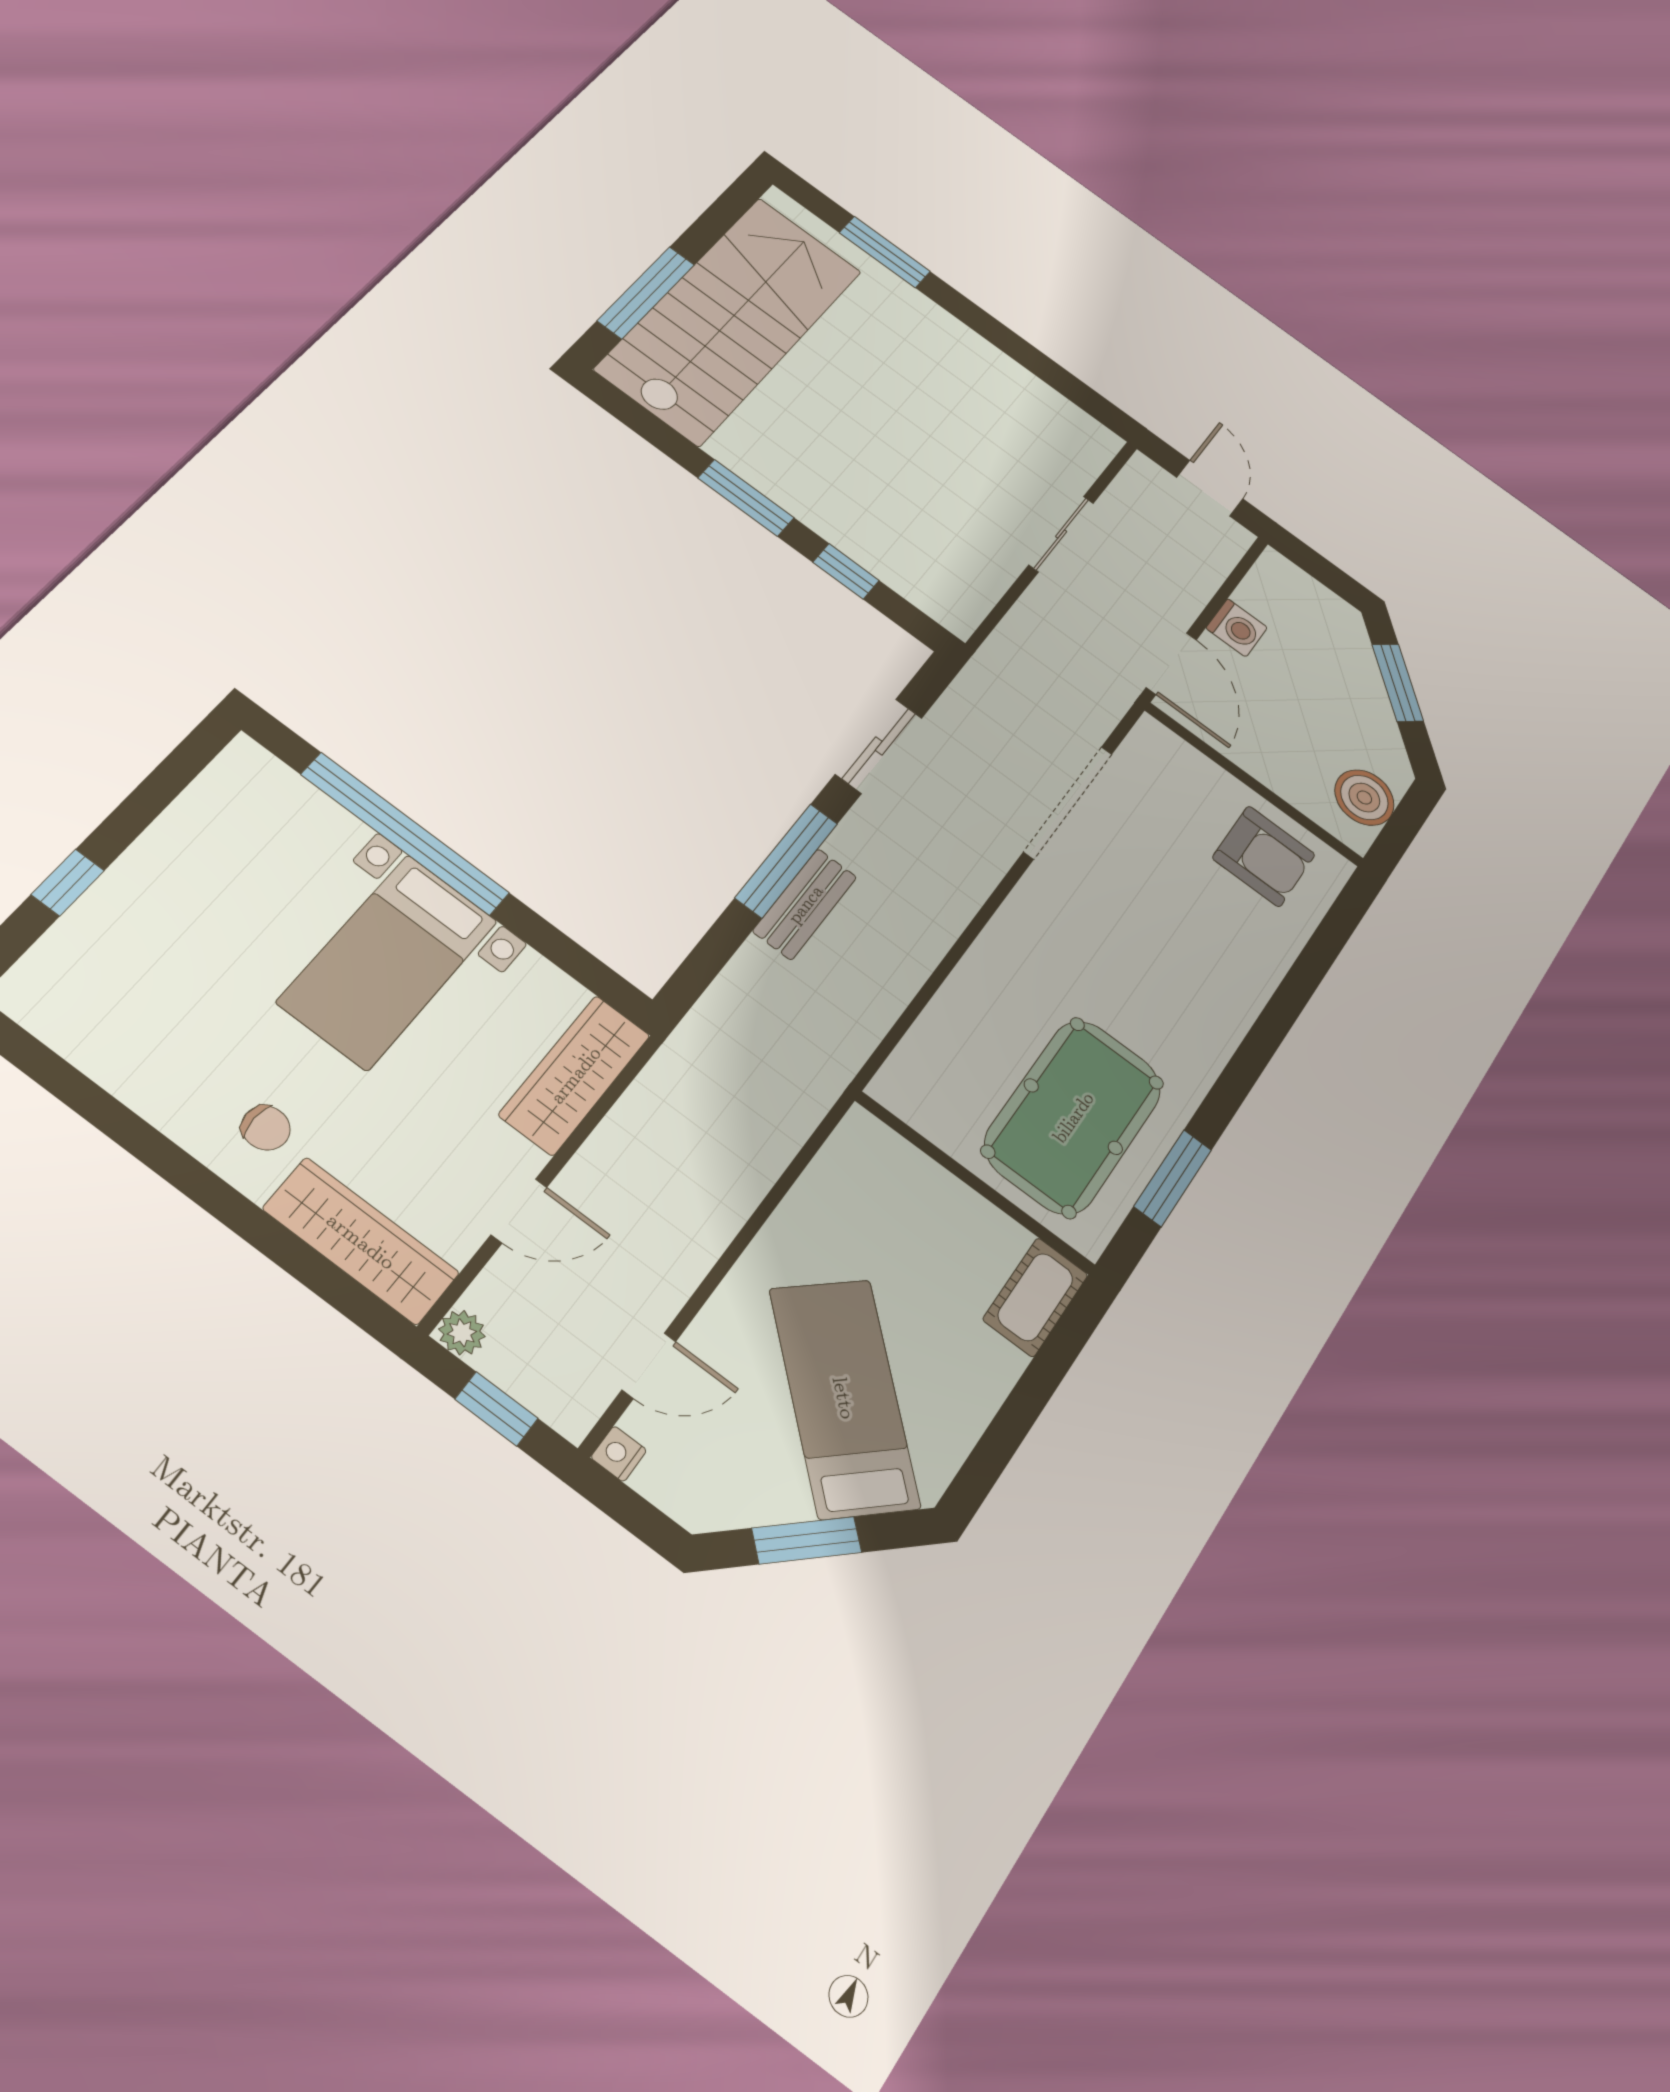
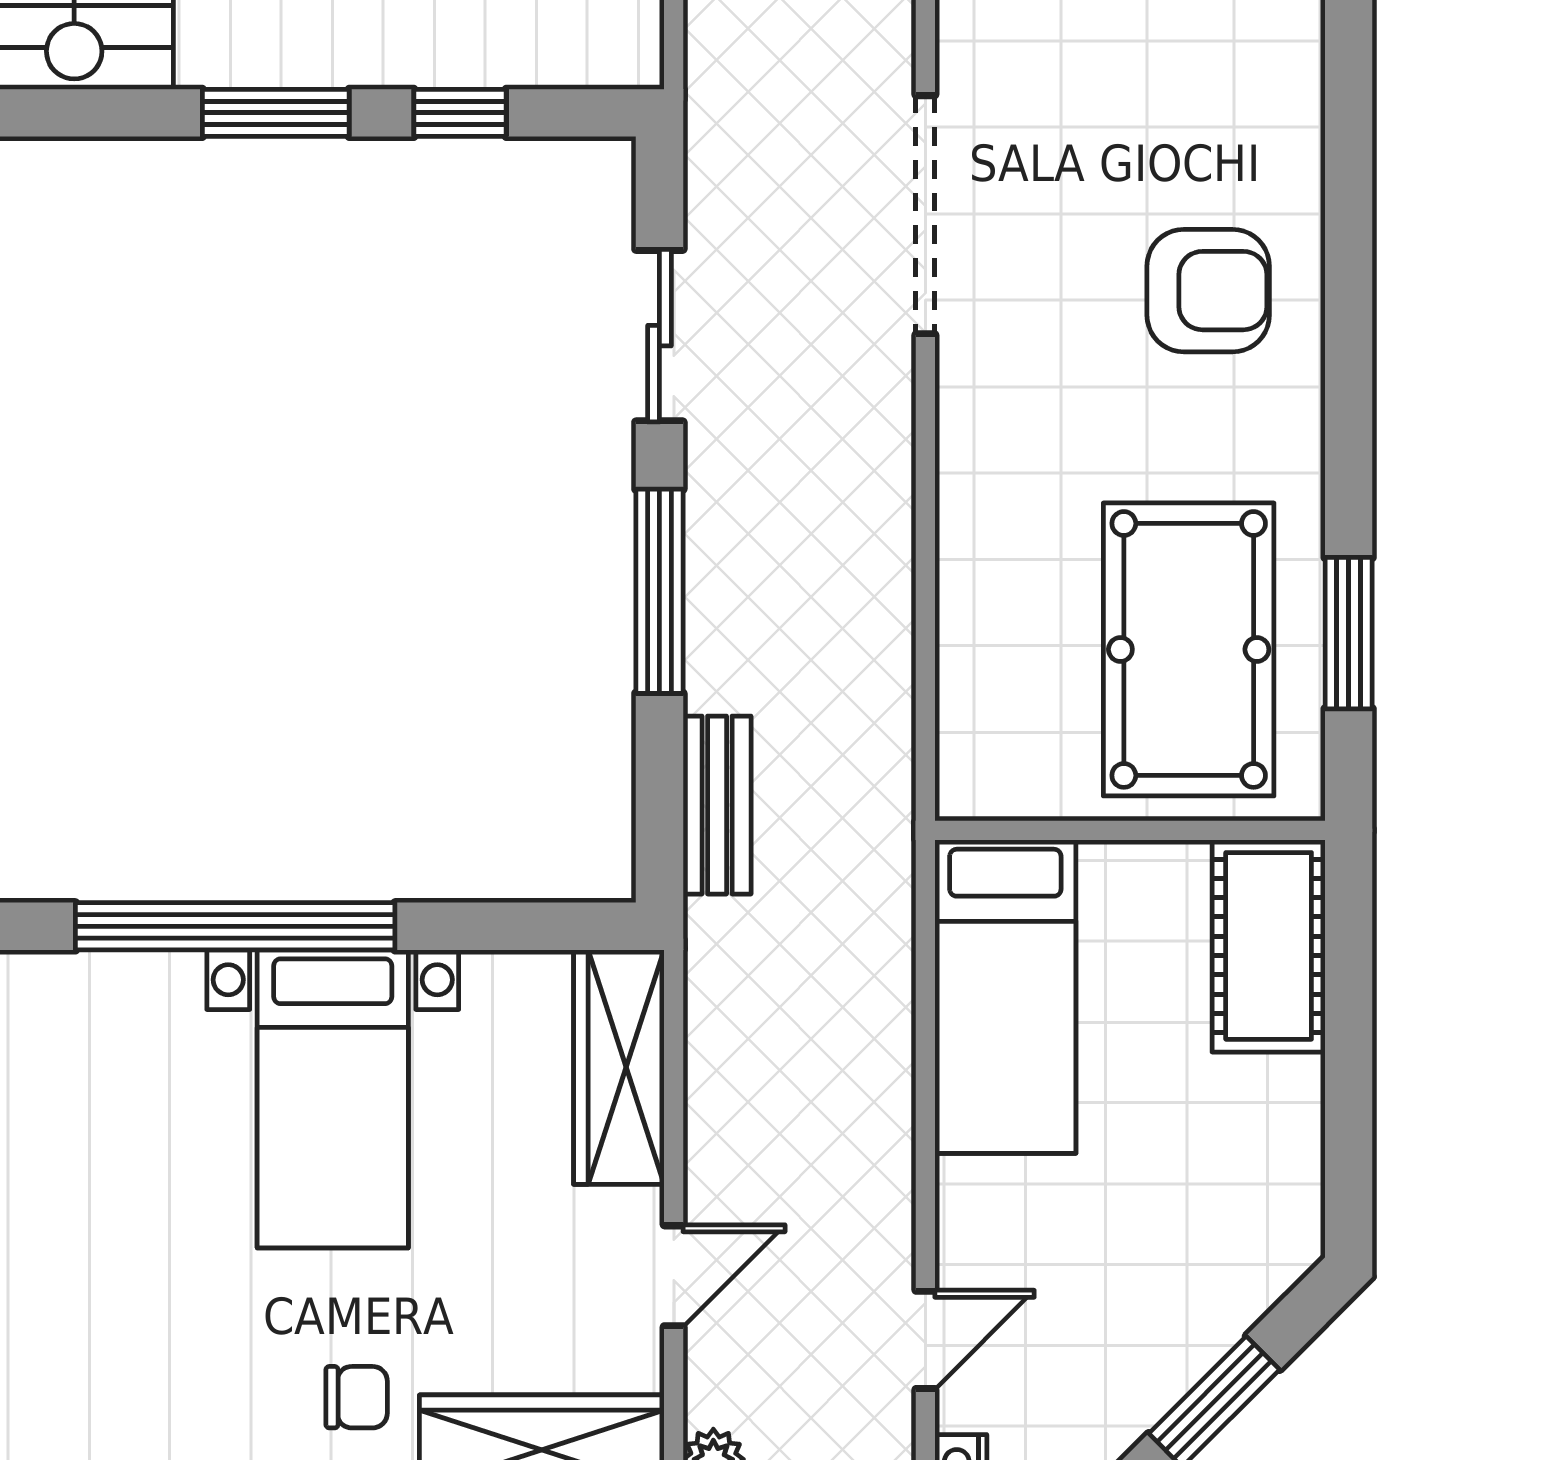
armchair: (1264, 856) -> (1208, 291), moved
bench: (805, 904) -> (717, 805), moved
cot: (1035, 1297) -> (1269, 946), width x1.37, depth x1.34
bed: (844, 1398) -> (1005, 997), moved, turned -135

